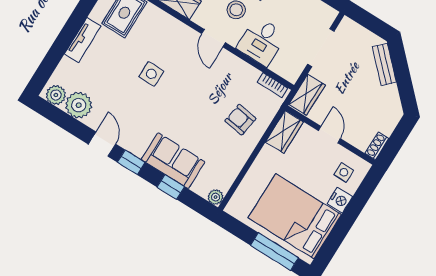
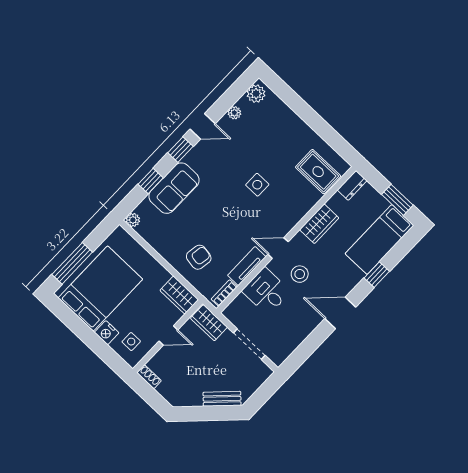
tv unit: (83, 40) -> (247, 266), moved, turned 90
plant: (79, 105) -> (234, 113), width x0.53, depth x0.53

